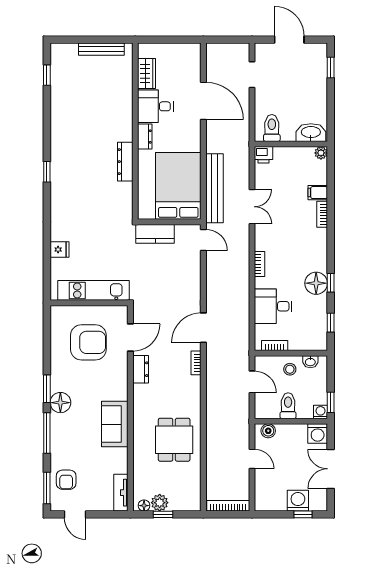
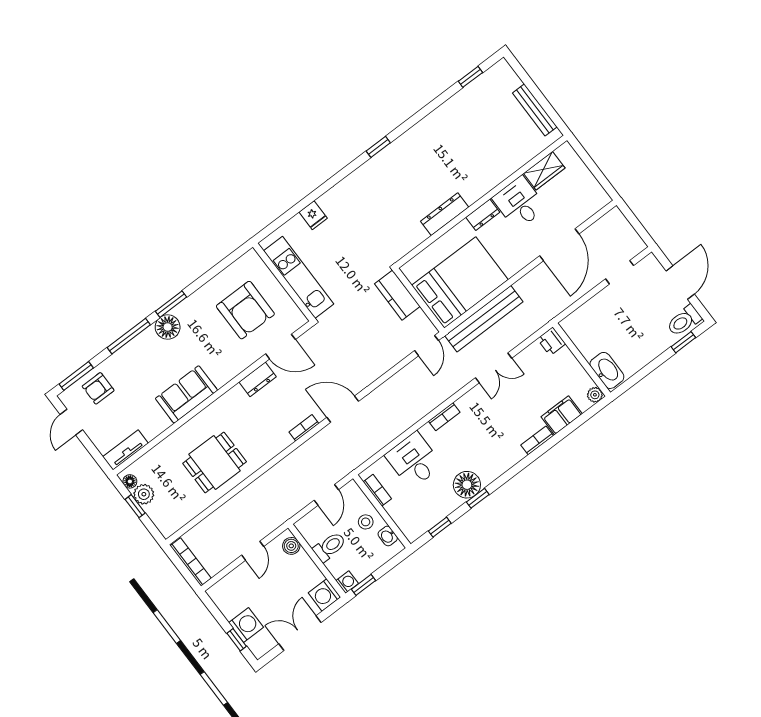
toilet: (272, 128) -> (684, 321), moved, turned 180
filing cabinet: (318, 193) -> (562, 415), width x2.00

